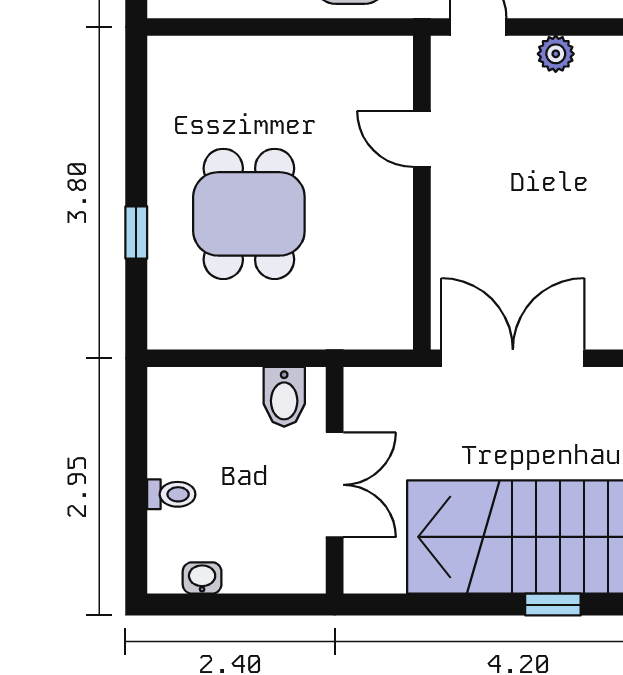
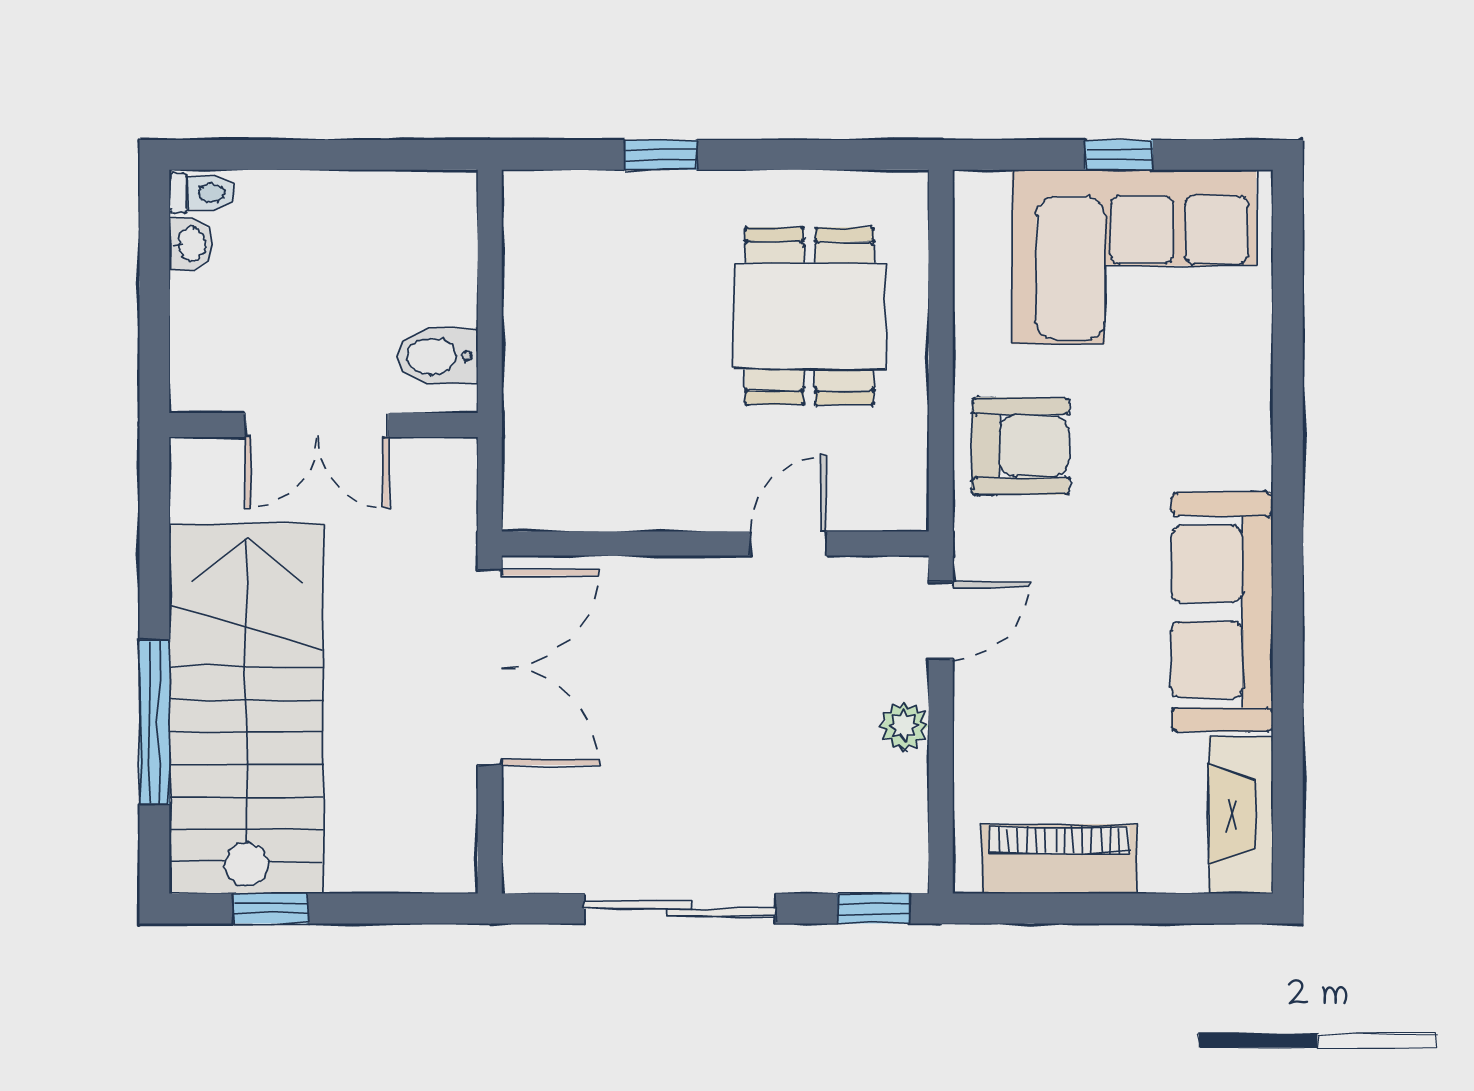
dining table: (249, 214) -> (809, 316), moved, turned 90
toilet: (171, 494) -> (202, 193), moved, turned -90
window: (553, 605) -> (154, 722), width x2.17

